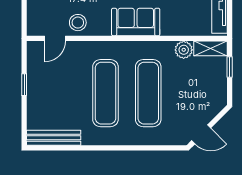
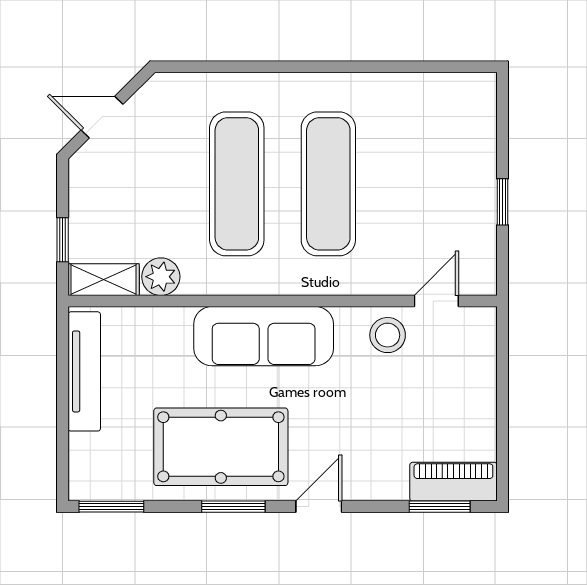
sofa: (136, 22) -> (264, 336), width x1.36
door: (201, 134) -> (102, 117), moved
bench: (54, 138) -> (439, 88), removed

